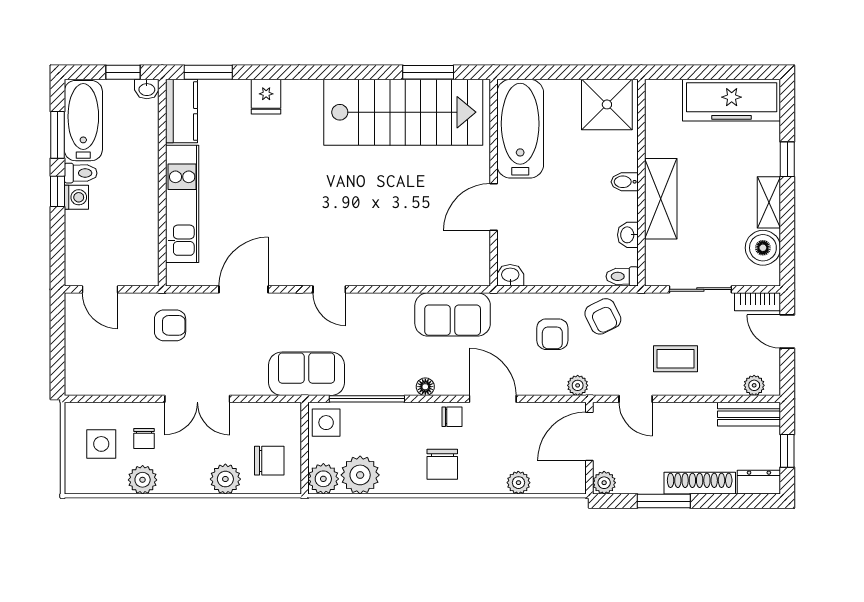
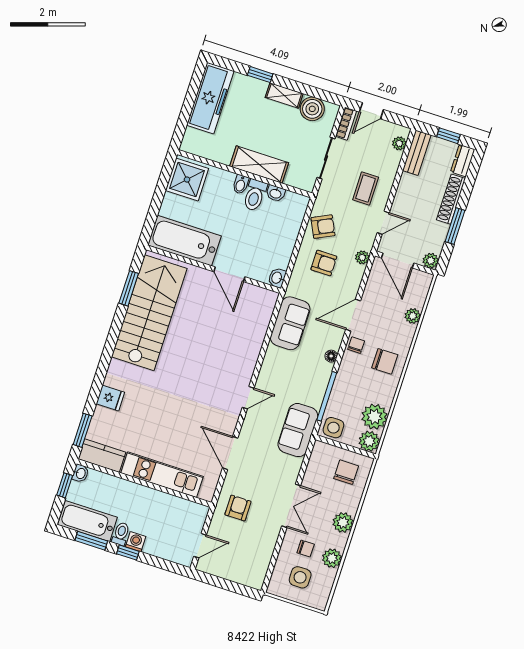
toilet: (622, 276) -> (255, 195), moved, width x1.37, depth x1.39
plant: (225, 479) -> (343, 523), moved

